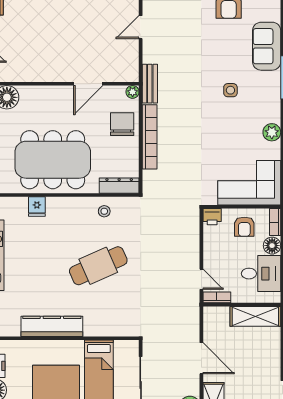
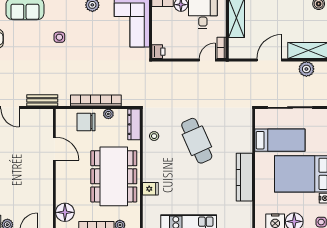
bench: (150, 84) -> (42, 100), moved
plant: (133, 92) -> (108, 114), moved
armchair: (244, 227) -> (166, 26), removed

